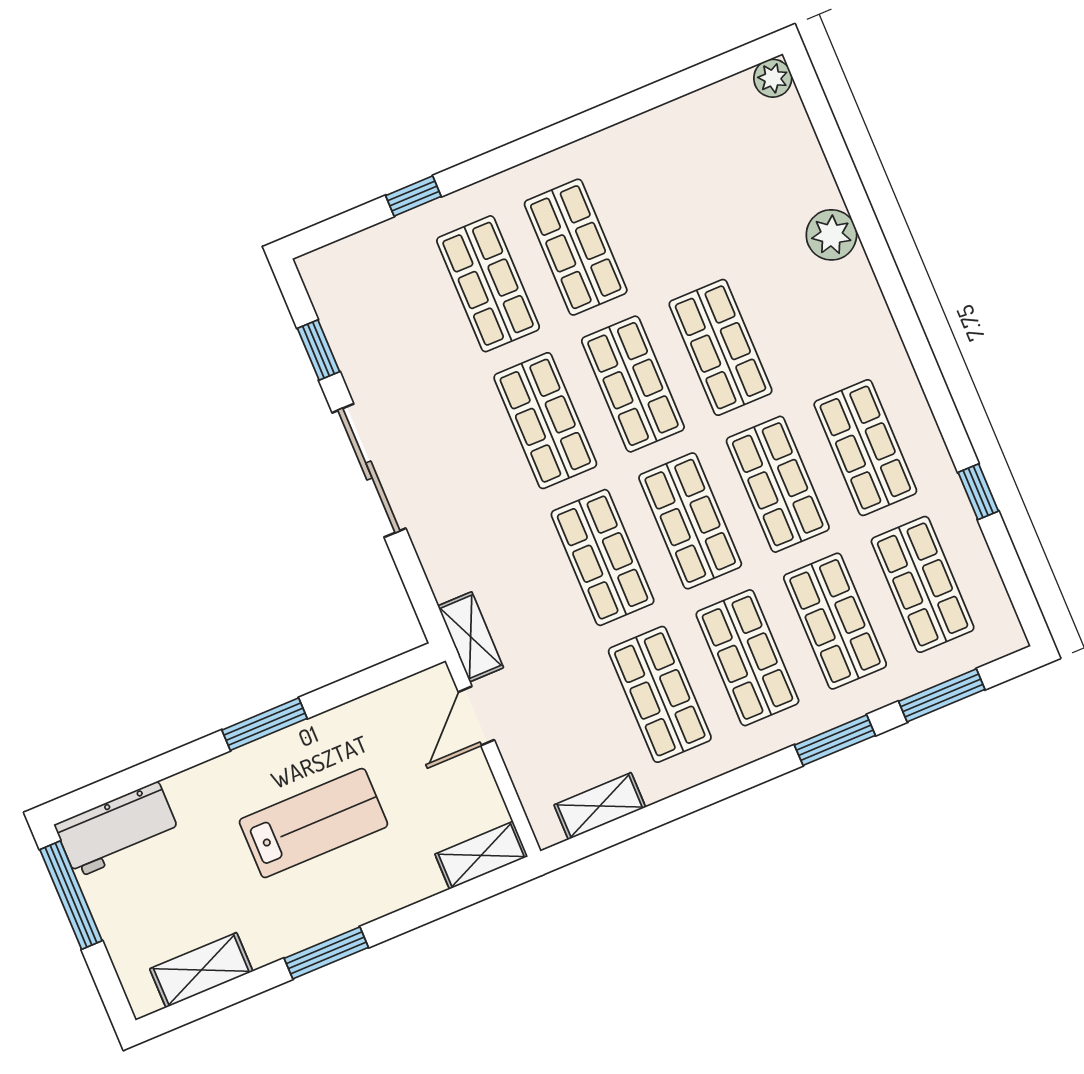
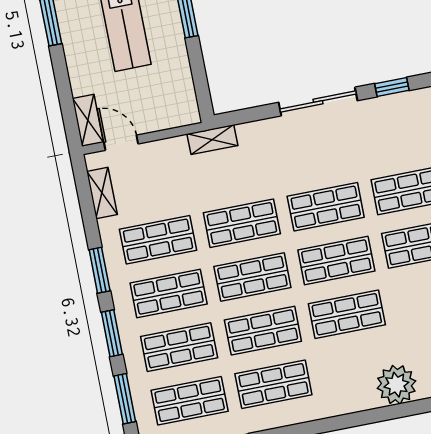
plant: (831, 235) -> (396, 385), width x1.36, depth x1.36
door: (476, 716) -> (121, 143), moved
window: (732, 783) -> (100, 270), added

